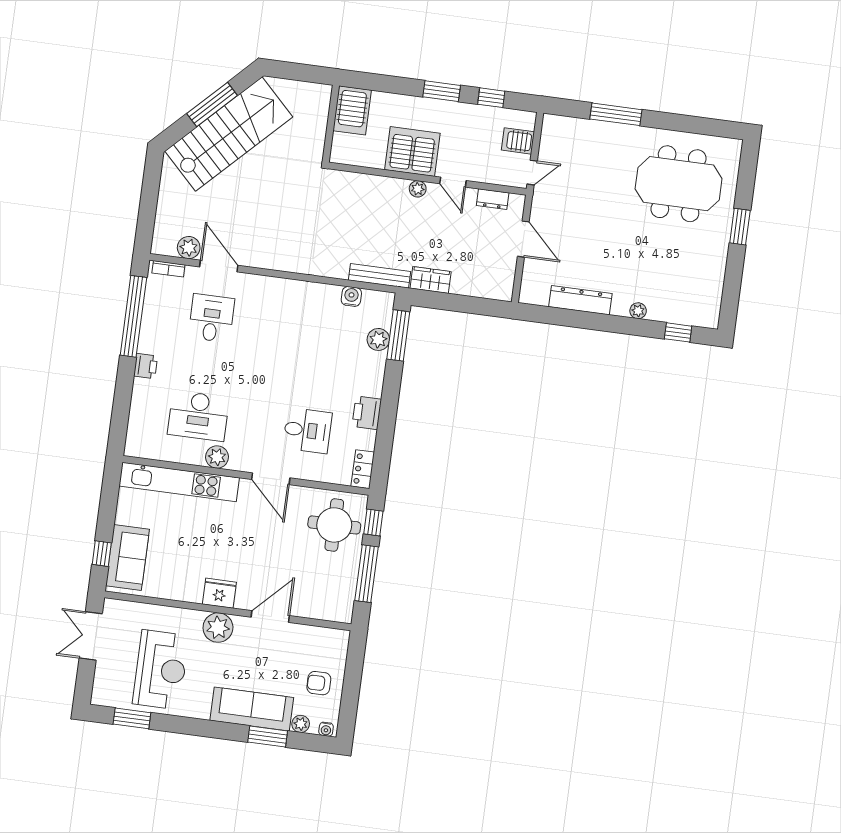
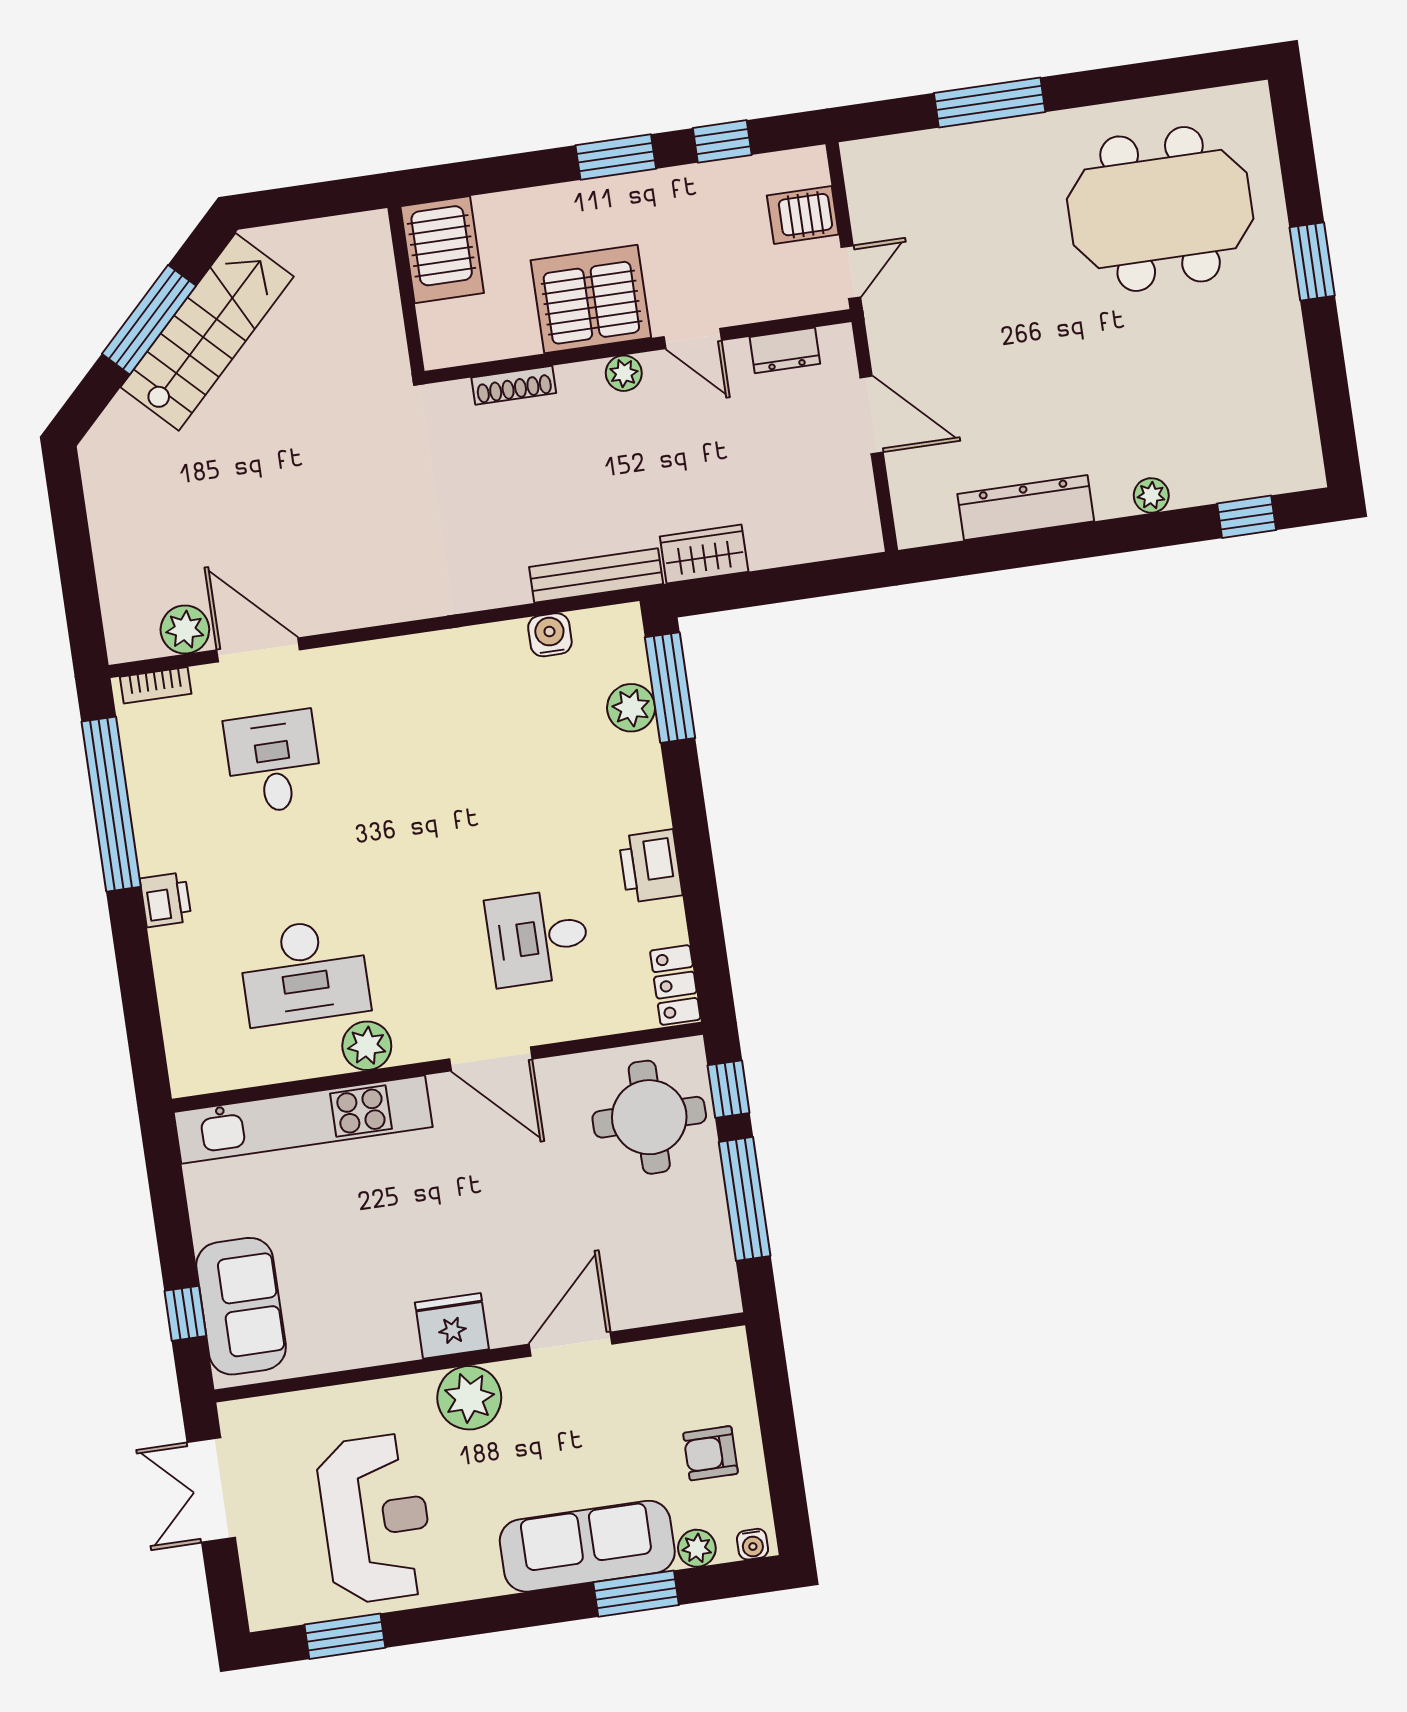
stairs: (229, 134) -> (207, 332), width x0.73, depth x0.66
shoe rack: (367, 180) -> (514, 385), added
desk: (307, 430) -> (538, 938), turned 180

